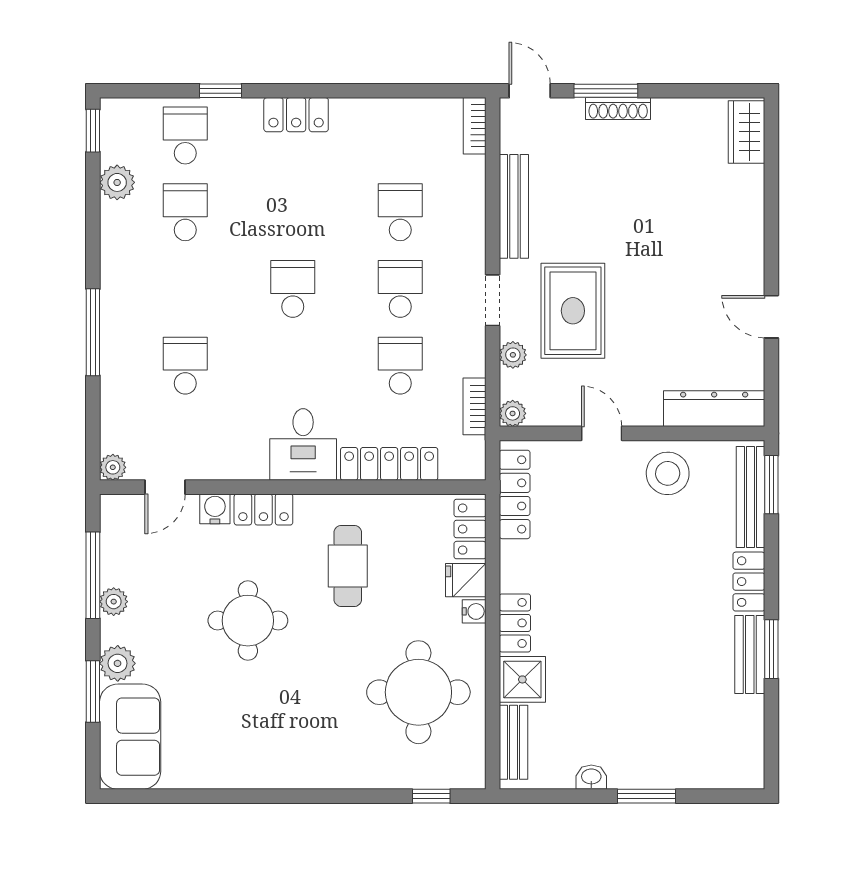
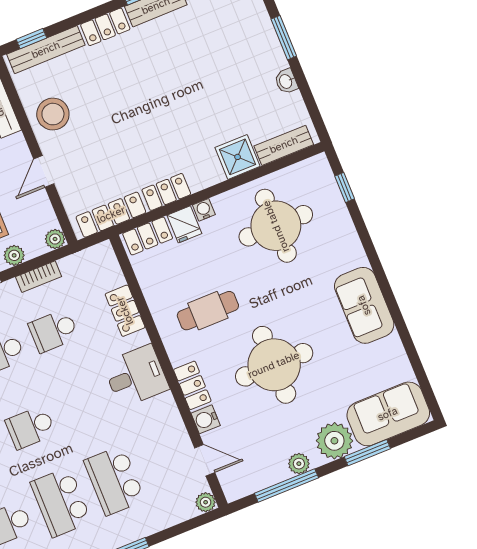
school desk: (185, 289) -> (61, 502), added
school desk: (185, 366) -> (114, 480), width x1.85
bookcase: (474, 406) -> (38, 277), moved
locker: (389, 464) -> (125, 311), width x0.66
window: (771, 485) -> (31, 39), width x0.67
round table: (248, 621) -> (274, 365), width x1.36, depth x1.36
locker: (515, 623) -> (166, 192), moved
plant: (118, 663) -> (334, 441), width x1.36, depth x1.36
sofa: (276, 761) -> (364, 305), added

